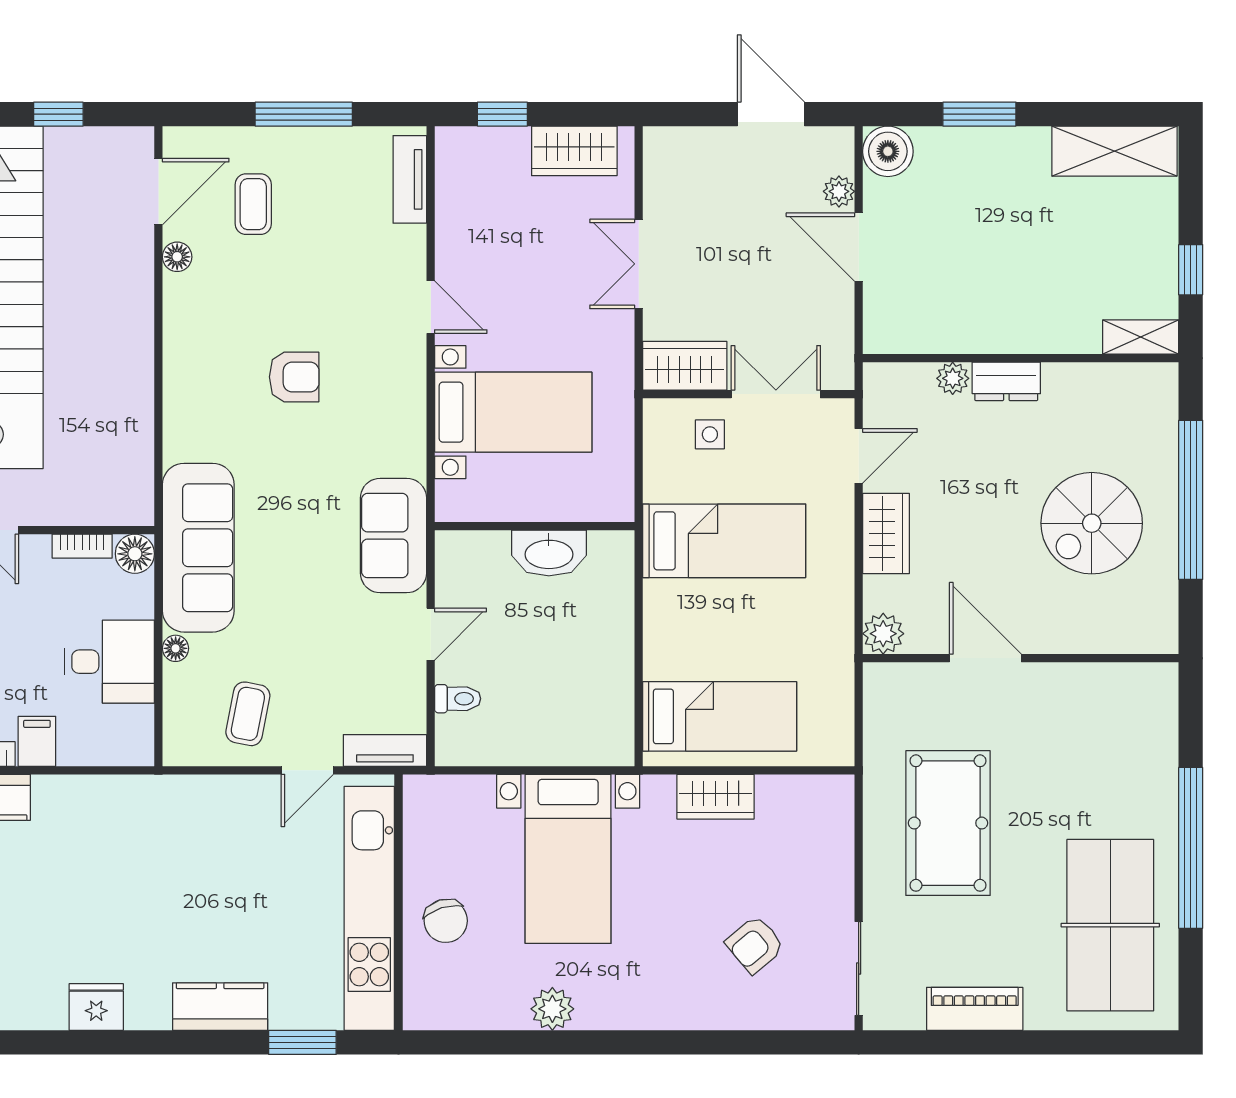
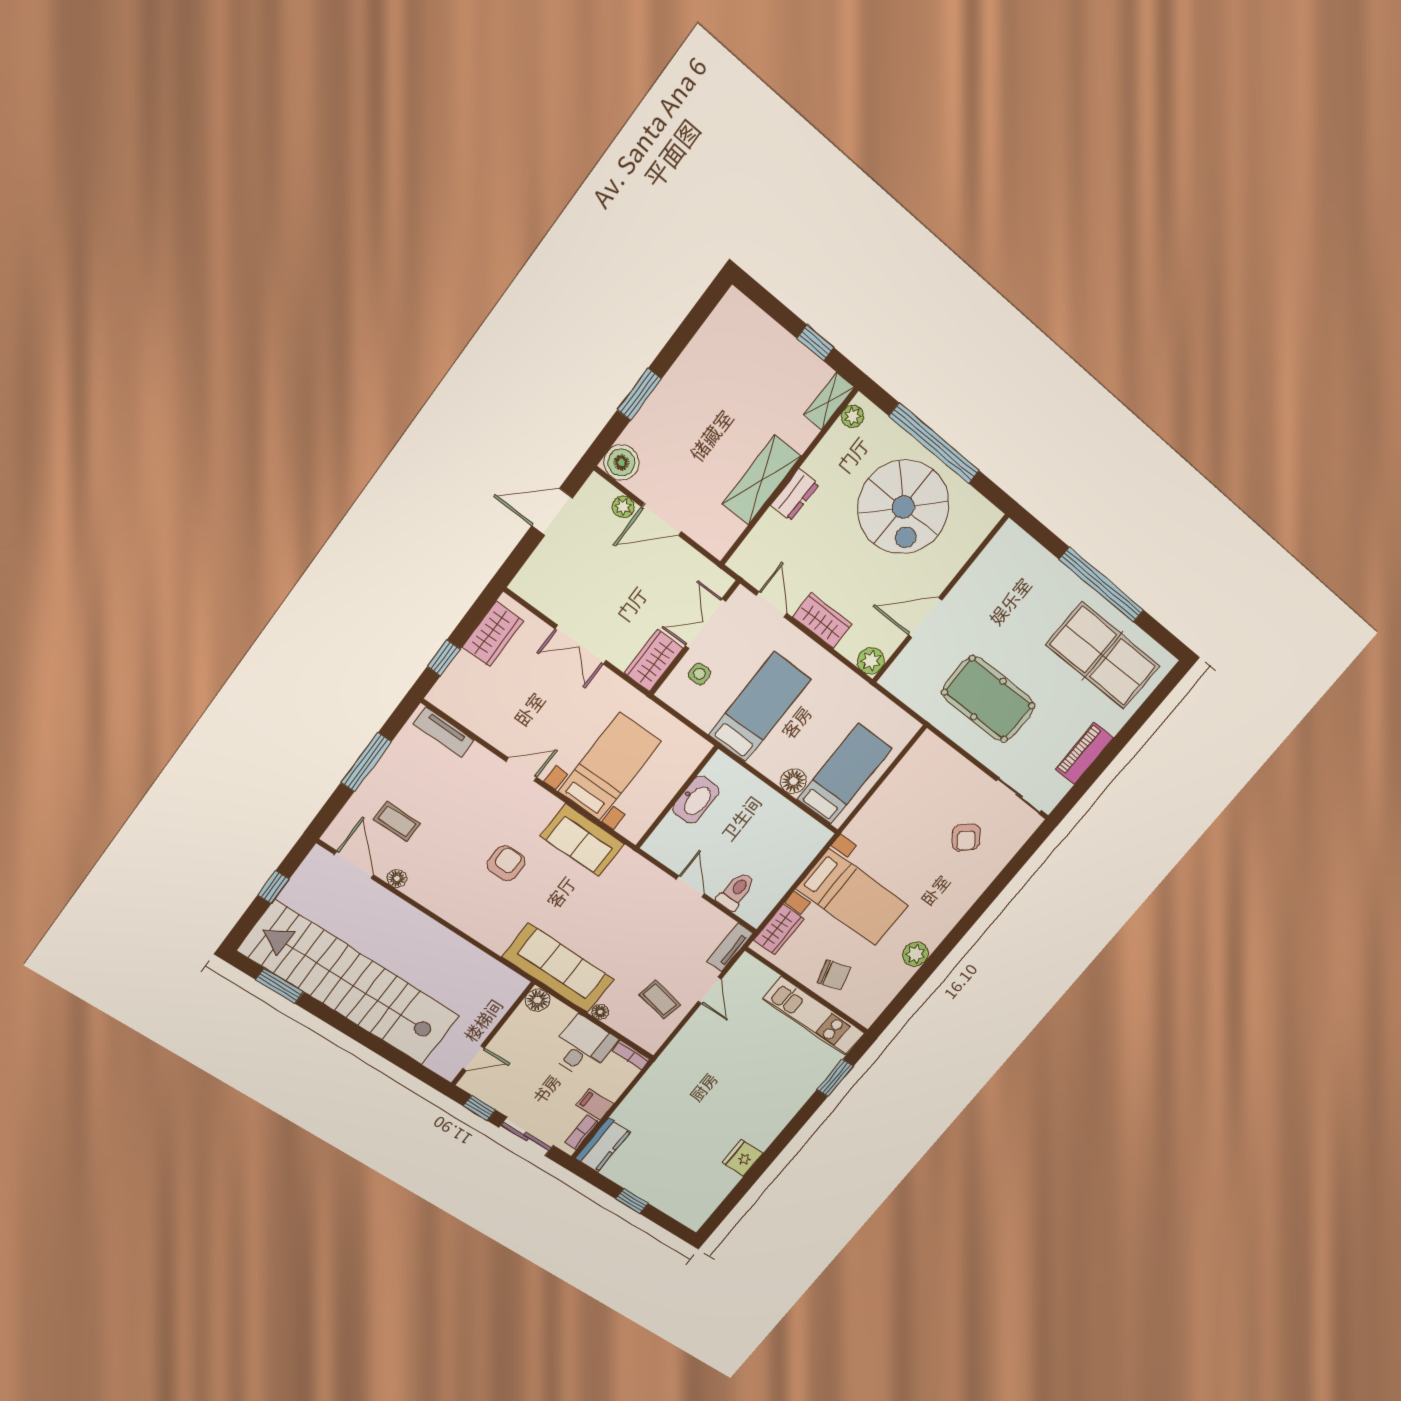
shelving: (1114, 151) -> (762, 480), moved
plant: (953, 378) -> (853, 416), moved
spiral stairs: (1092, 523) -> (903, 507), width x1.37, depth x1.37
sofa: (393, 536) -> (582, 840), moved
bookcase: (82, 546) -> (631, 1055), moved, turned 90
floor lamp: (663, 658) -> (793, 781), added
toilet: (458, 699) -> (736, 891), width x1.37, depth x1.39
wardrobe: (715, 797) -> (779, 930), moved
kitchen unit: (369, 908) -> (814, 1016), width x0.73
kitchen counter: (220, 1007) -> (788, 1104), removed

